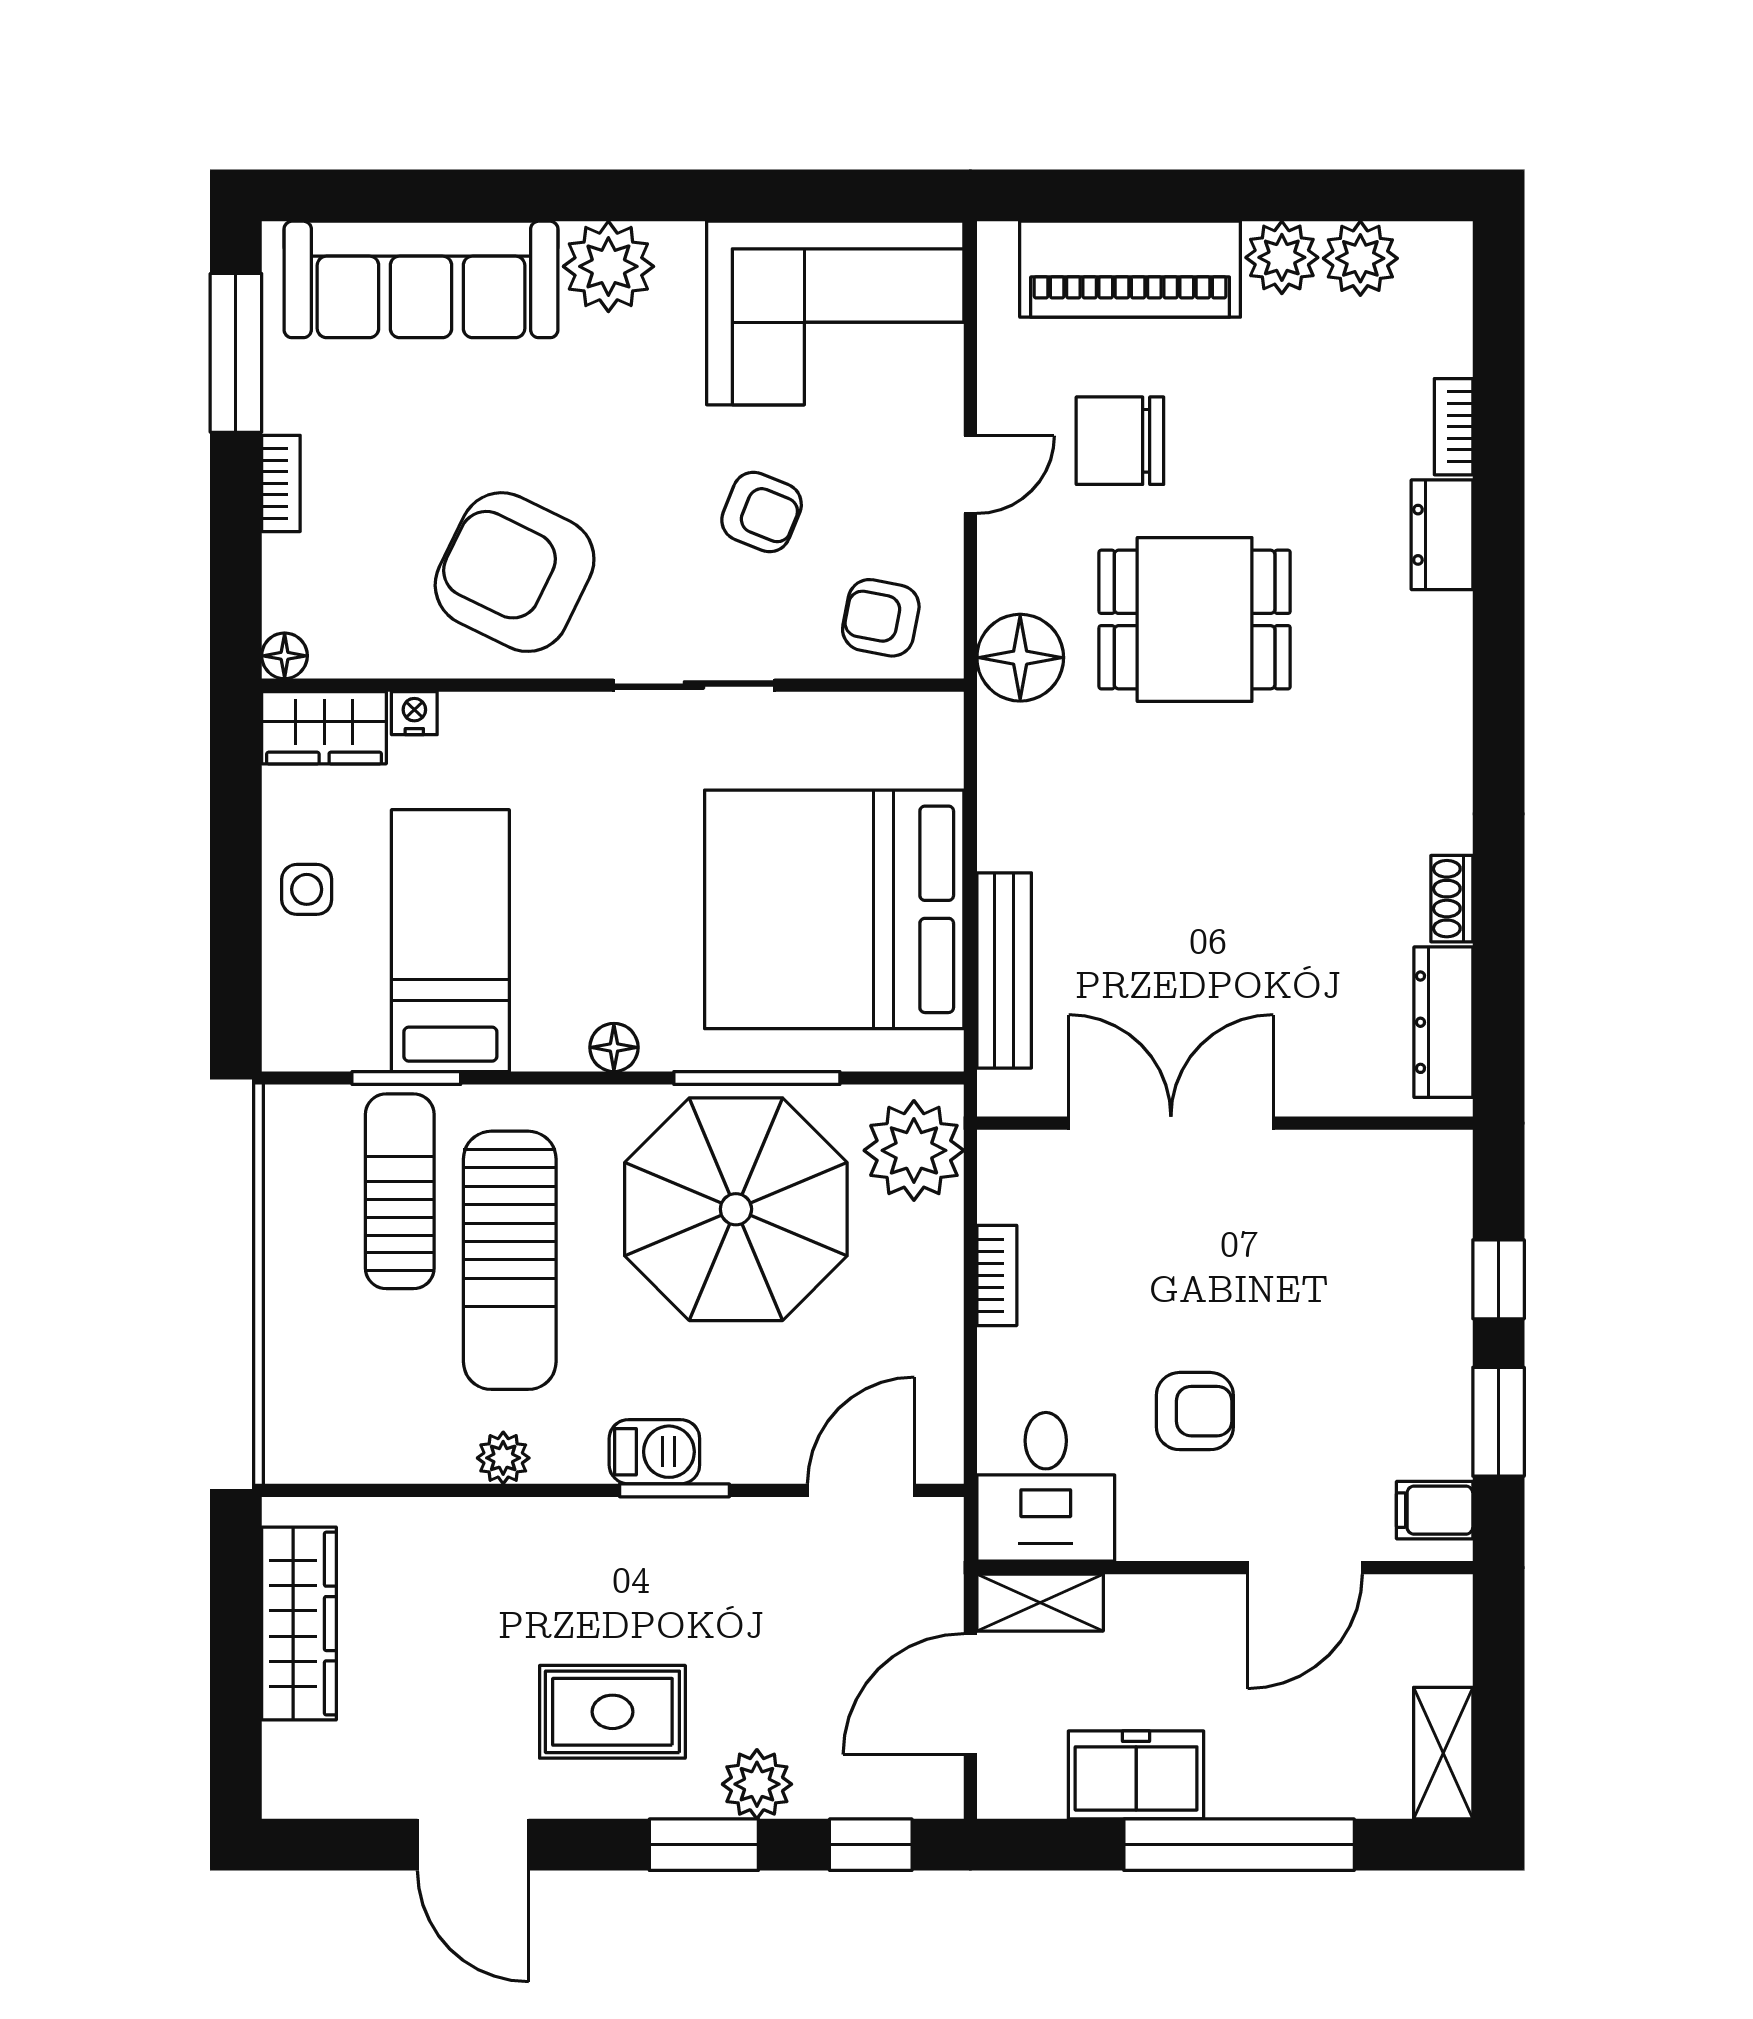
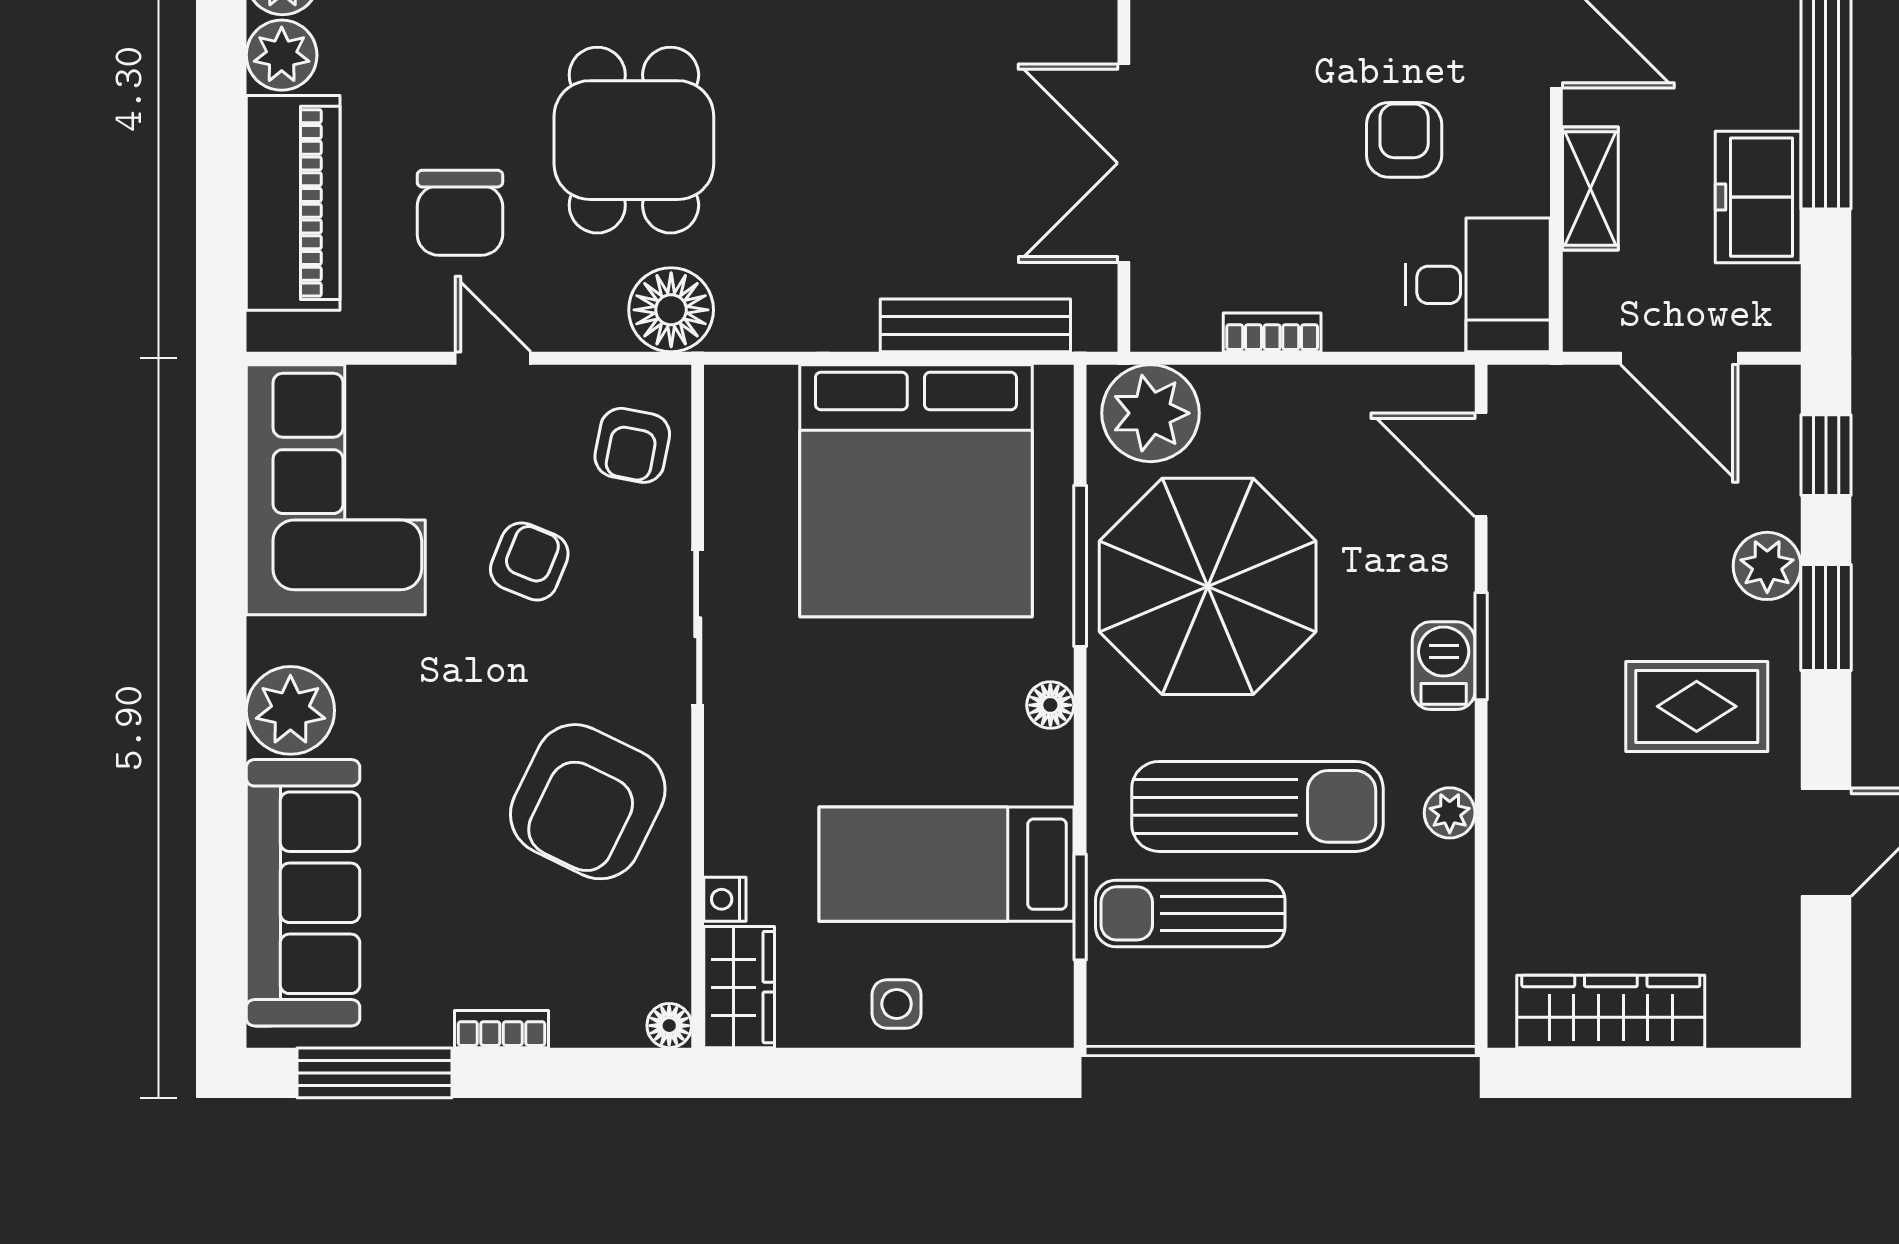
shelving: (1040, 1603) -> (1590, 188), moved
rug: (612, 1712) -> (1697, 706), turned 90

